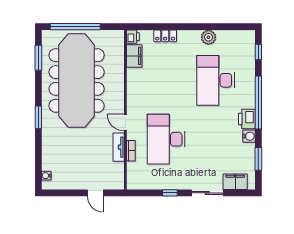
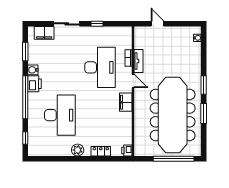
plant: (208, 37) -> (78, 150), moved
filing cabinet: (134, 56) -> (126, 102), moved
window: (38, 58) -> (204, 113), moved

